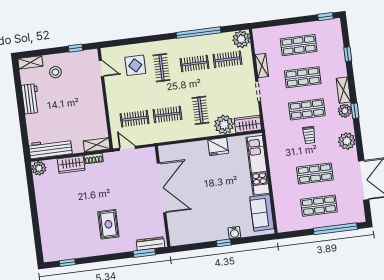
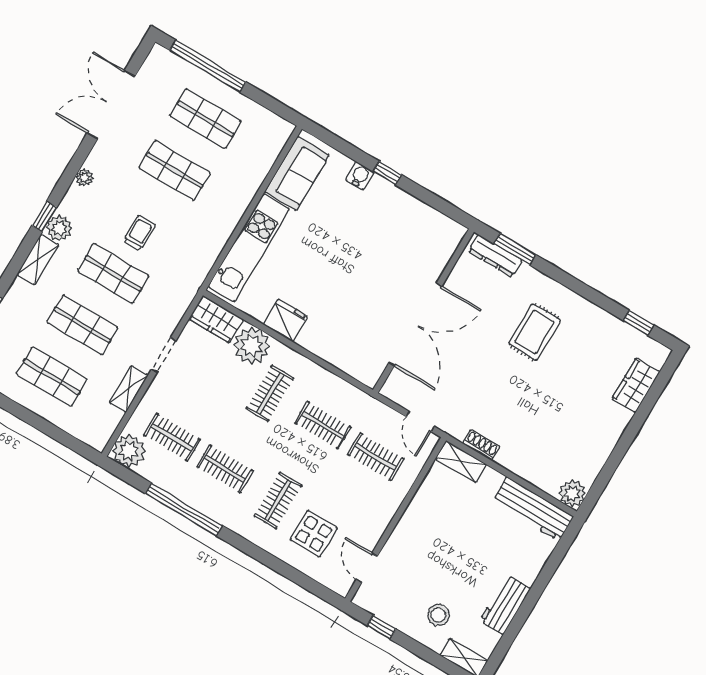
plant: (347, 141) -> (84, 178), width x0.53, depth x0.53
wardrobe: (71, 164) -> (636, 385), moved, turned -90
double door: (162, 188) -> (415, 324), swing flipped

